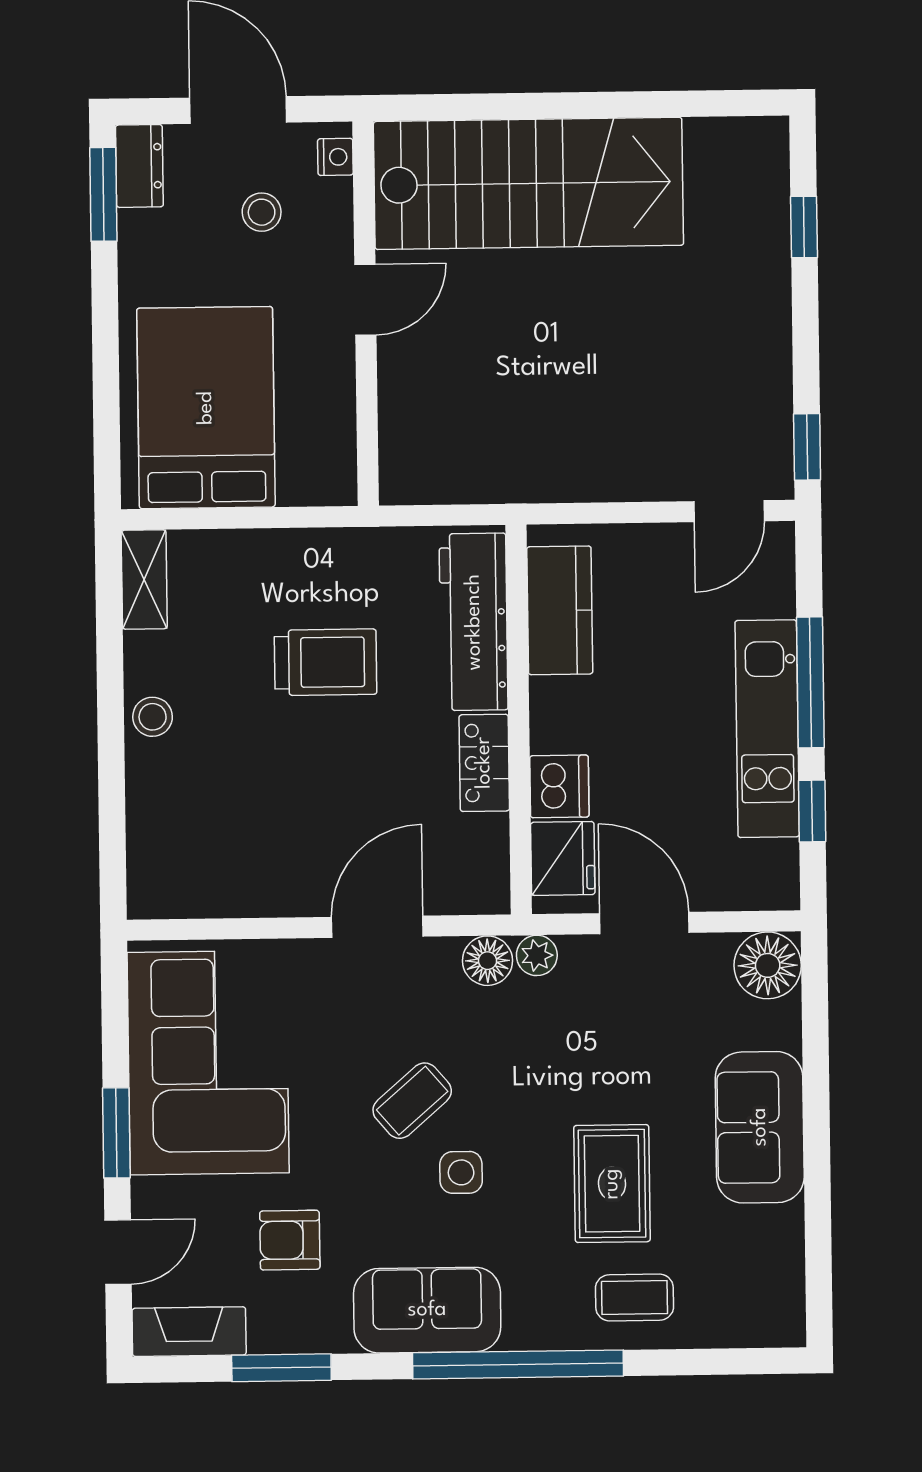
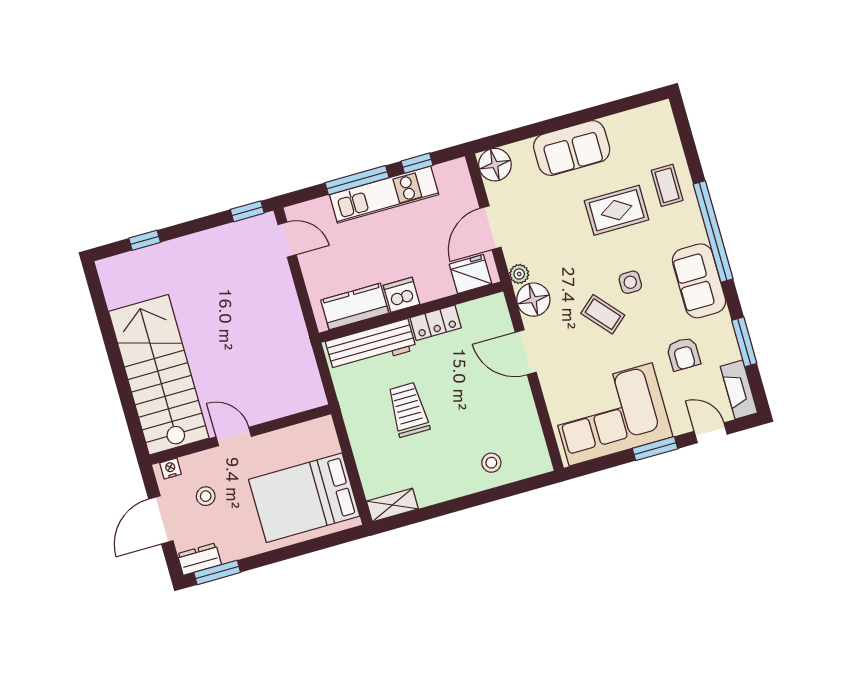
stool: (153, 717) -> (491, 463), moved
dishwasher: (559, 786) -> (402, 295), moved
floor lamp: (487, 961) -> (533, 300), width x1.38, depth x1.38

